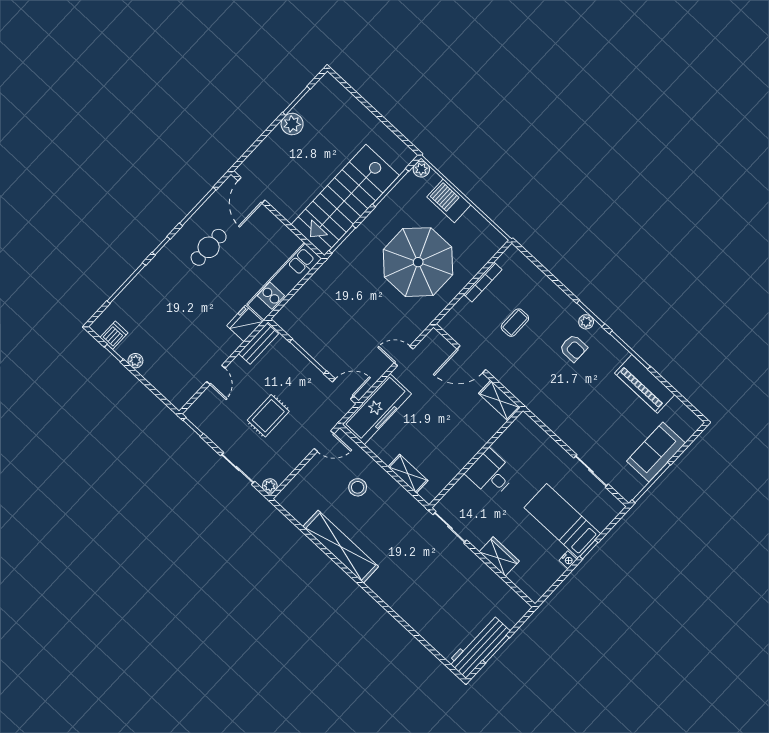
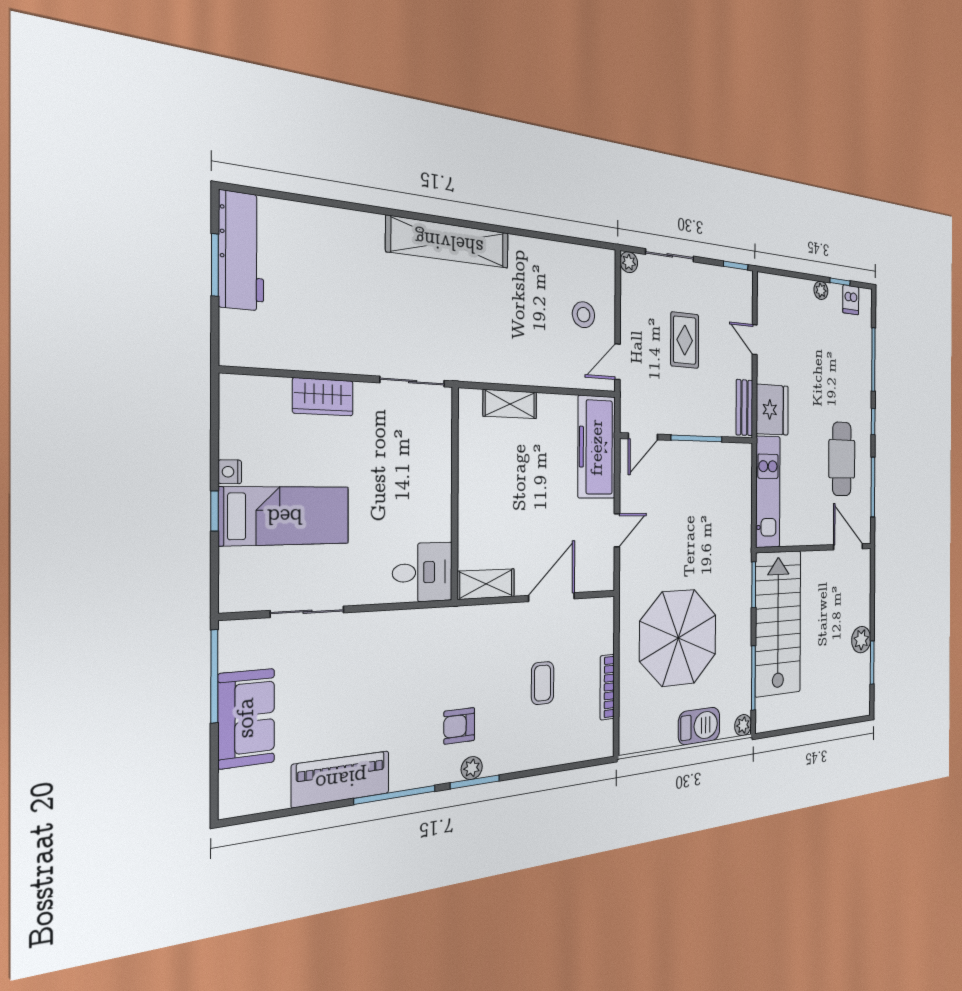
cafe table: (209, 247) -> (842, 459), width x1.37, depth x1.35
fridge: (245, 324) -> (772, 410), width x1.36, depth x1.34
desk: (491, 474) -> (423, 572), moved
stool: (358, 487) -> (584, 315), moved
shelving: (341, 547) -> (449, 242), moved

